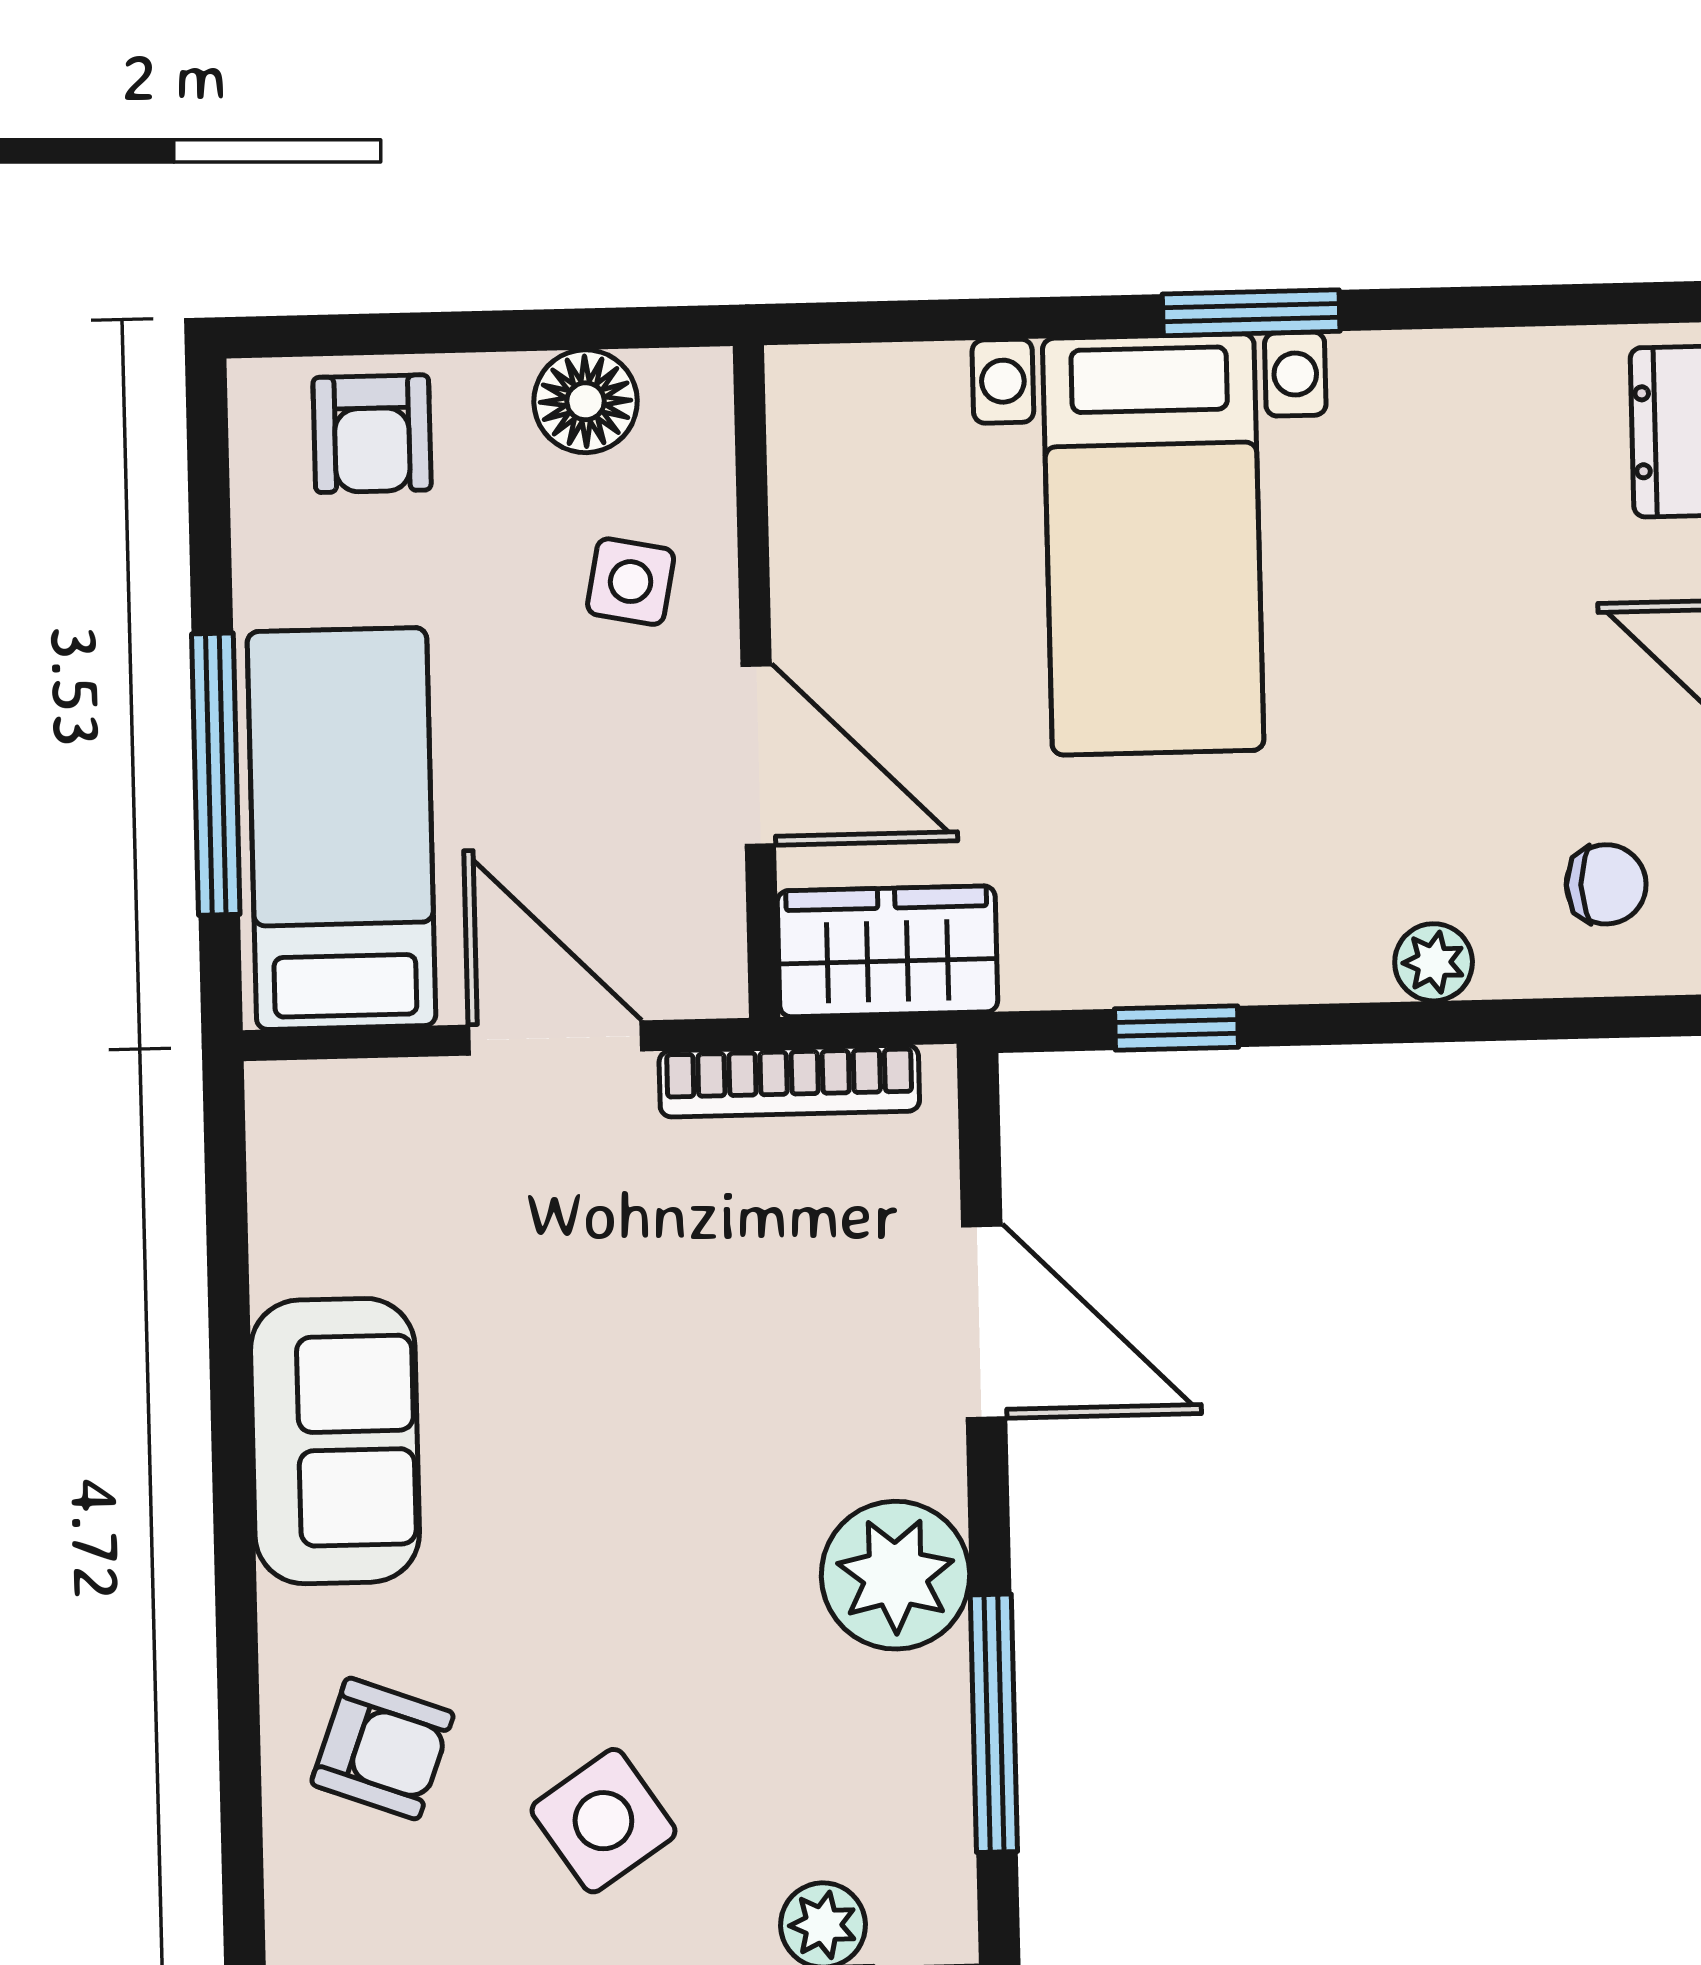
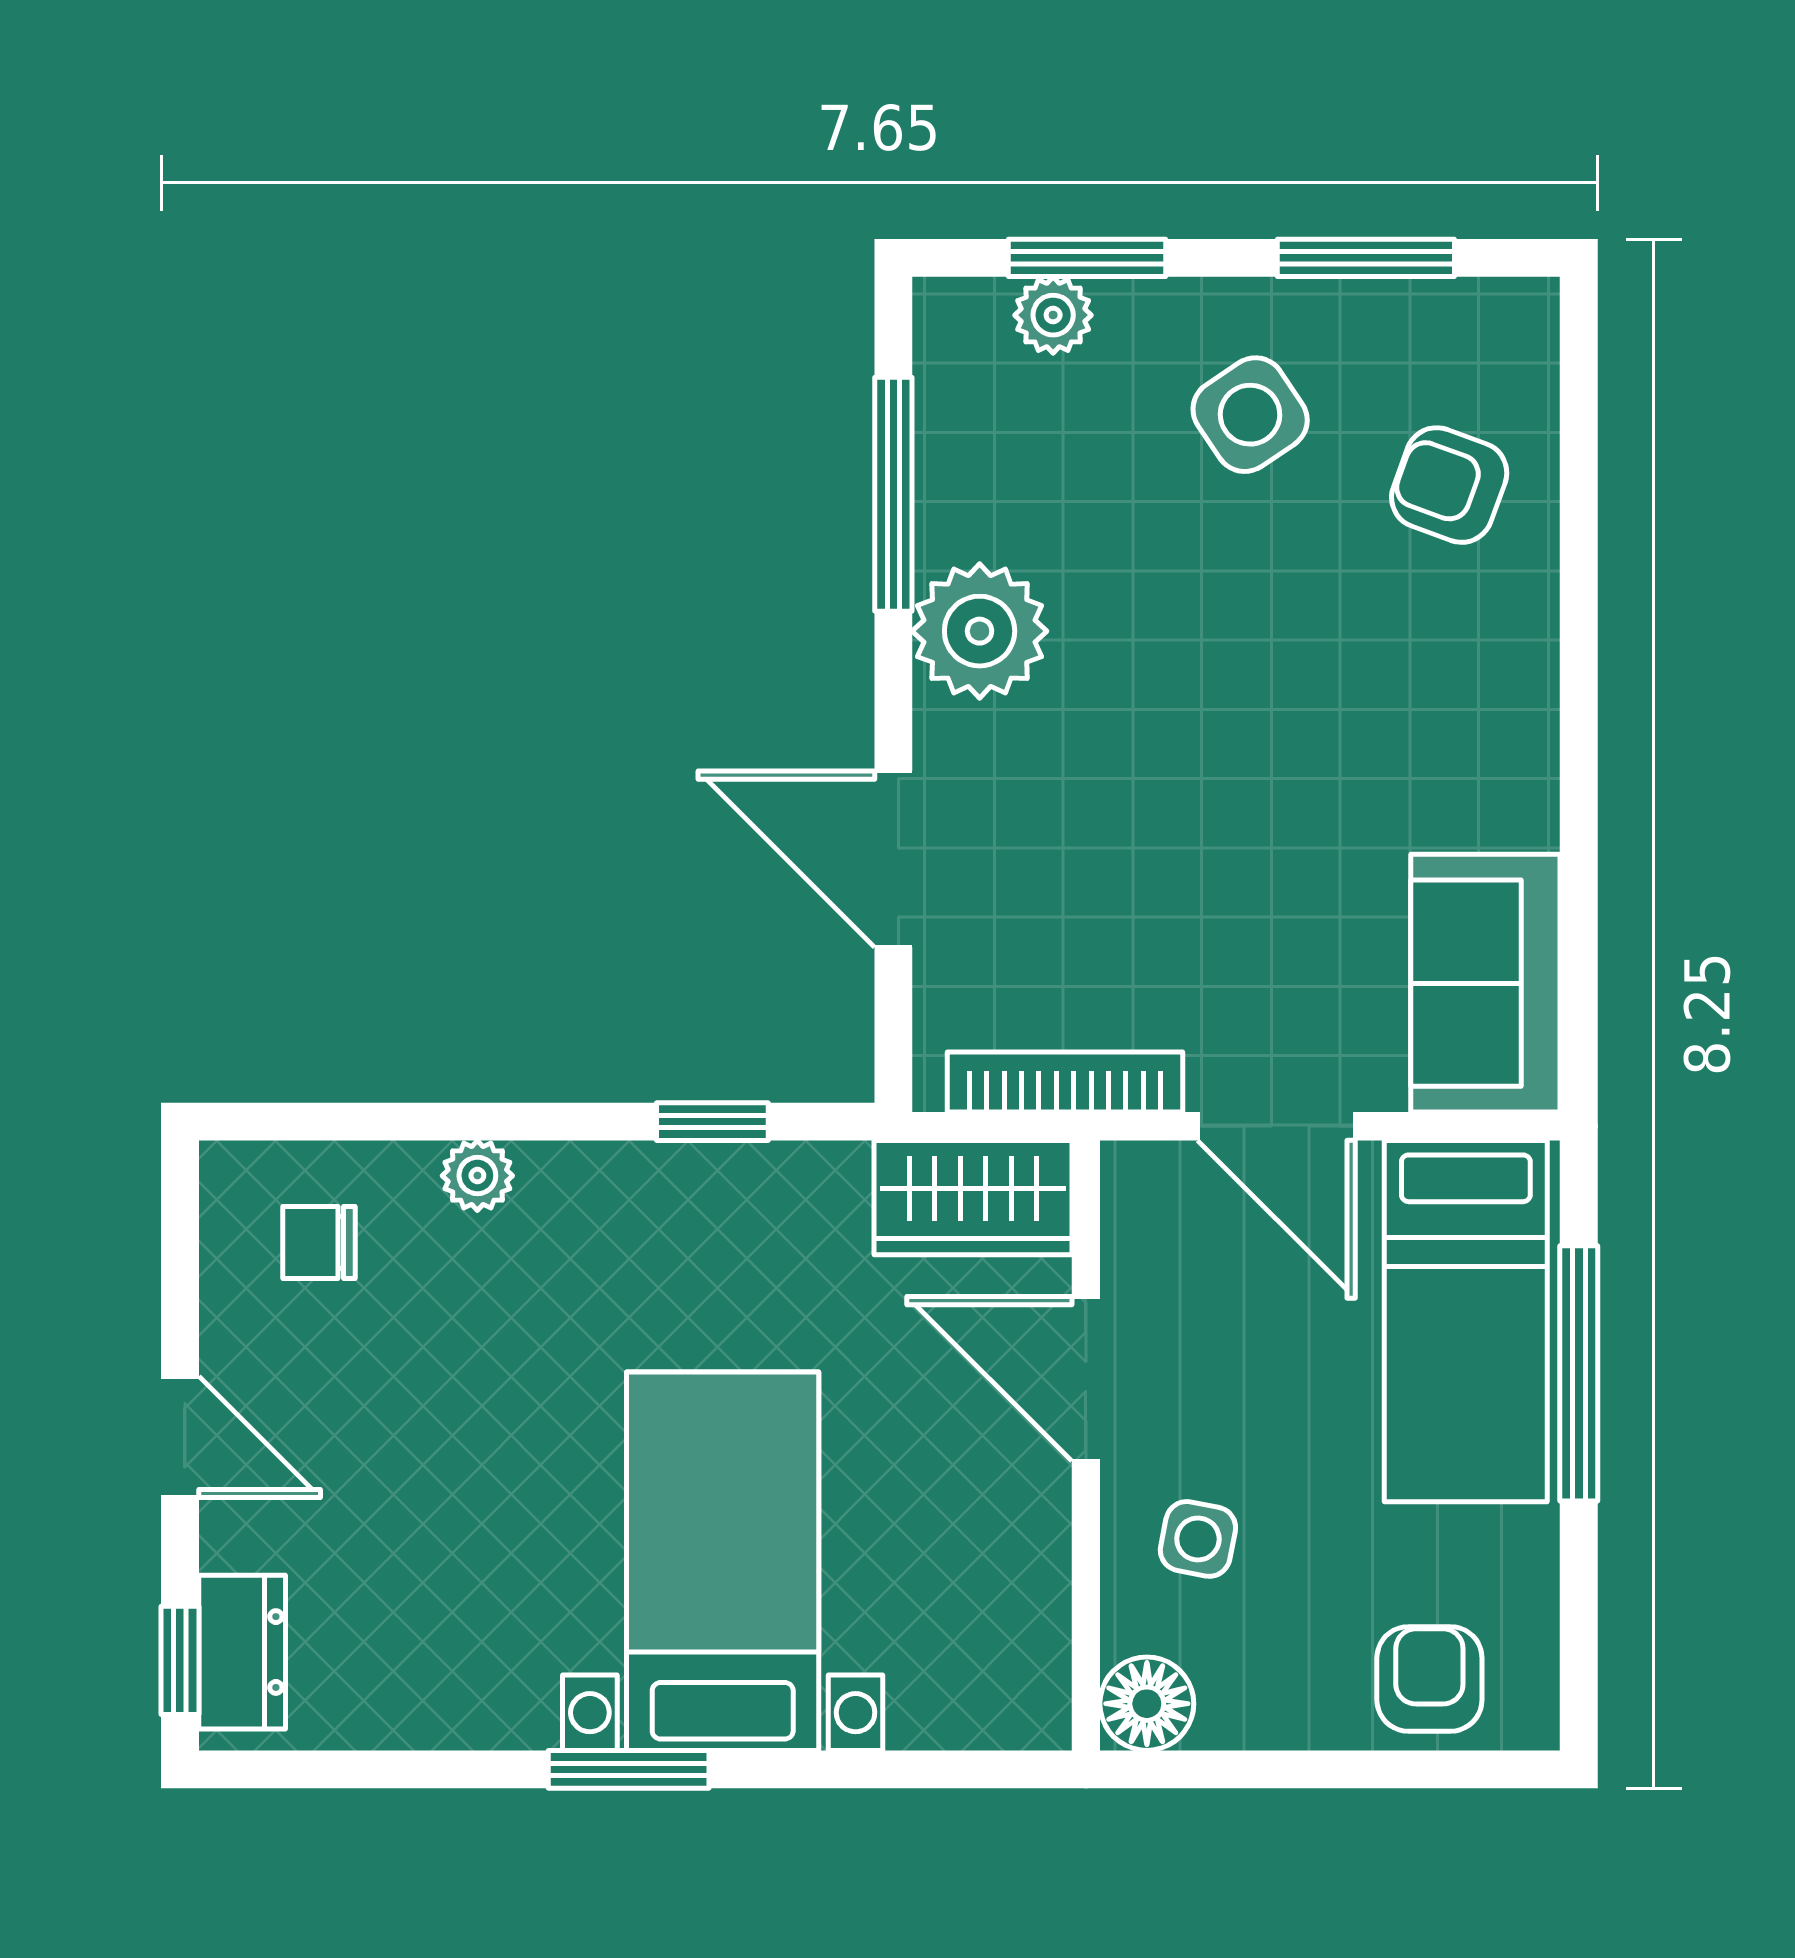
floor lamp: (586, 401) -> (1147, 1704), moved
sofa: (335, 1441) -> (1485, 983), moved

